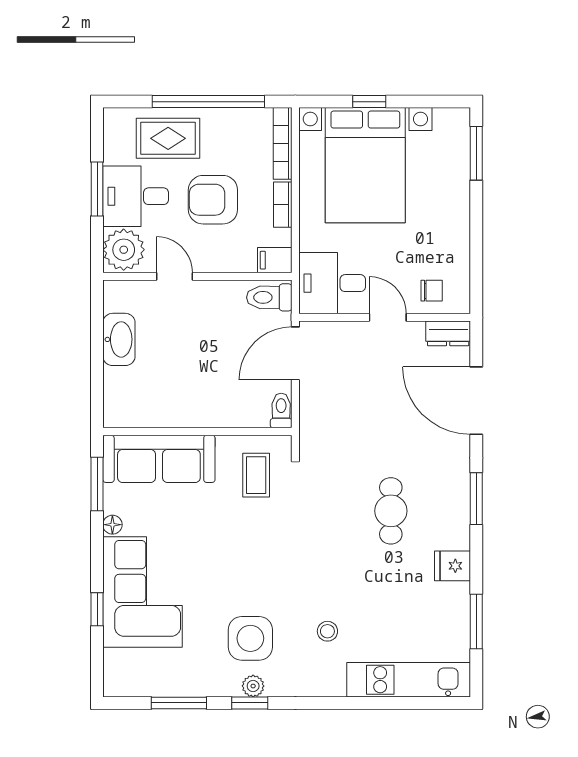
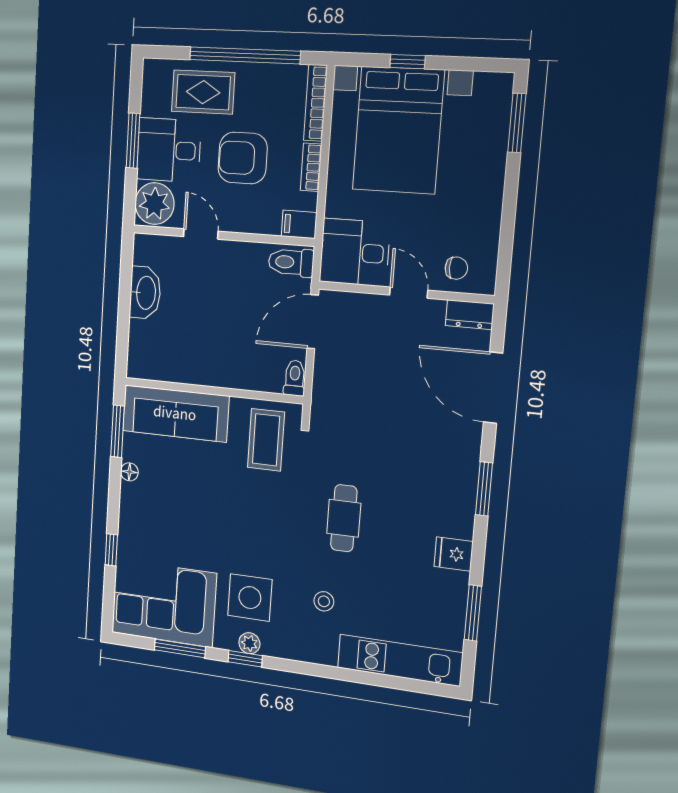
coffee table: (256, 475) -> (266, 440), width x1.36, depth x1.30
cafe table: (391, 511) -> (344, 518), moved
corner sofa: (142, 592) -> (164, 603), moved, turned -90

